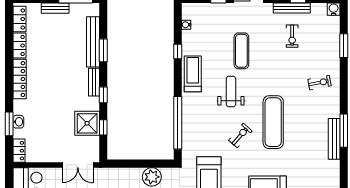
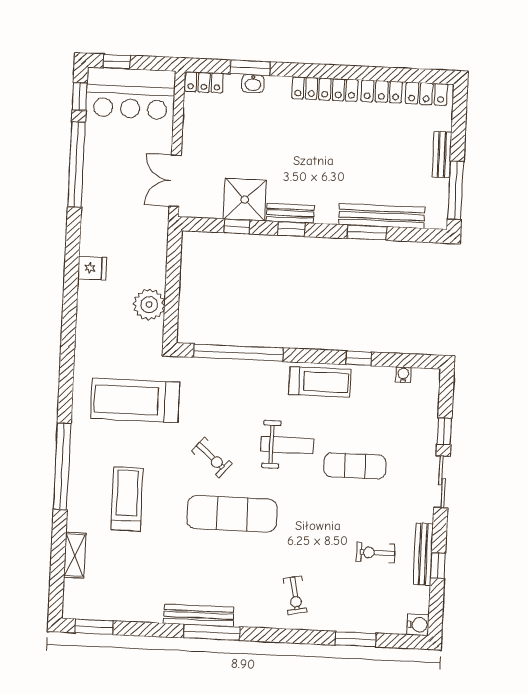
bench: (94, 82) -> (290, 213), moved

